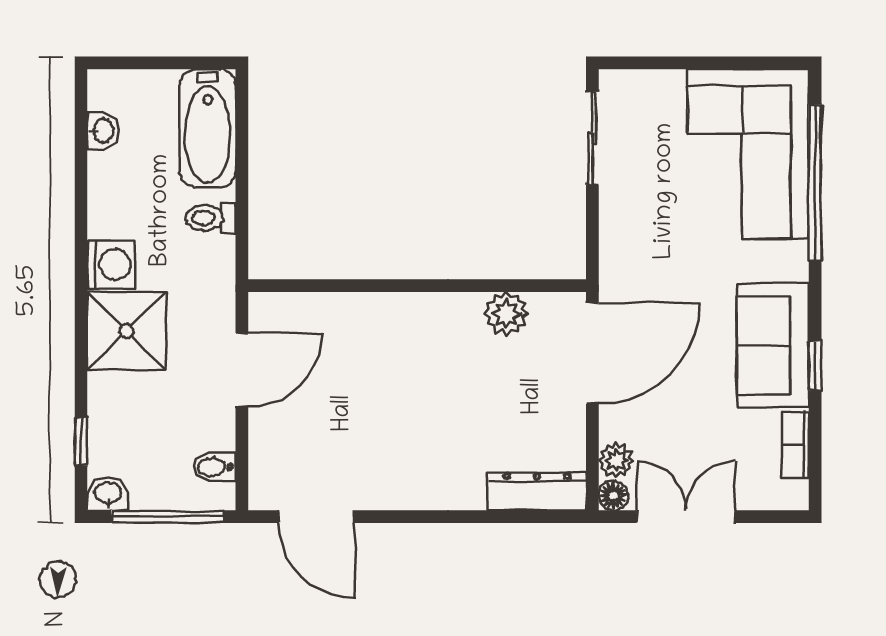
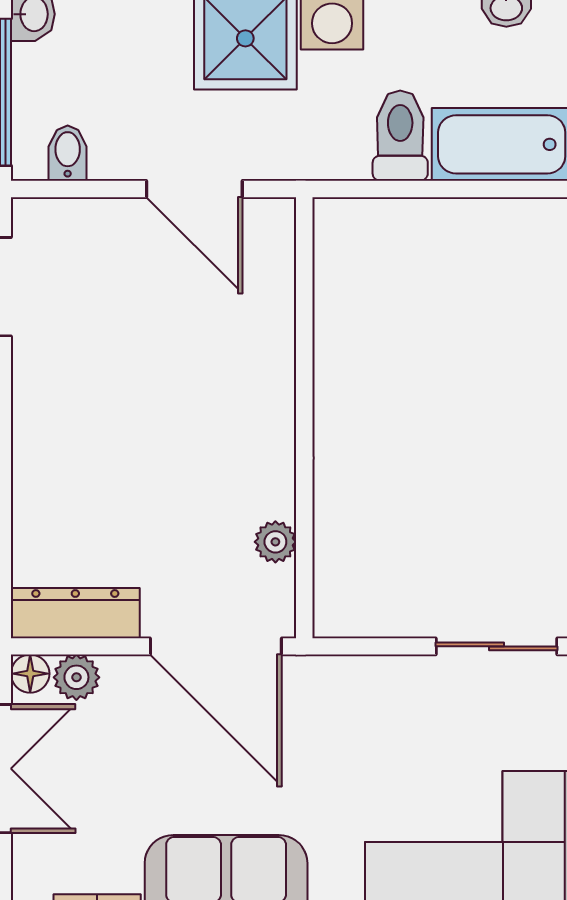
toilet: (211, 218) -> (400, 136), width x1.37, depth x1.39
plant: (506, 314) -> (275, 542), width x0.73, depth x0.73
dresser: (537, 491) -> (75, 613), moved, turned -90

